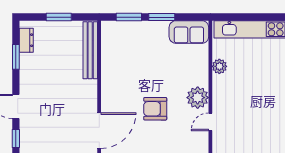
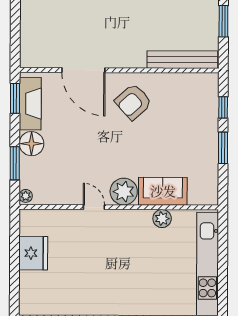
window: (129, 17) -> (223, 107), width x0.67
sofa: (189, 32) -> (163, 191), moved, turned 90
armchair: (155, 109) -> (133, 102), moved, turned -132

